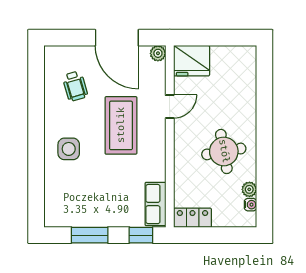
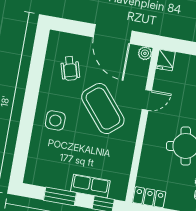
fridge: (192, 61) -> (166, 60), width x0.53, depth x0.75
coffee table: (121, 125) -> (103, 109), turned -40
row of seats: (155, 204) -> (90, 186), moved, turned 90

